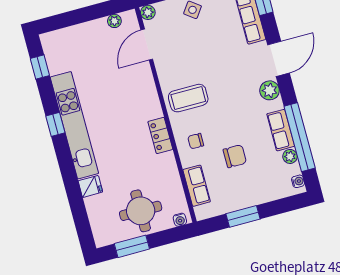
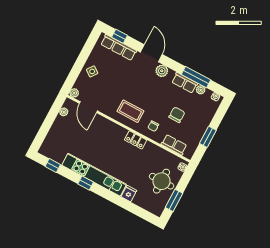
coffee table: (188, 98) -> (130, 111), turned 90
window: (300, 137) -> (196, 77), width x0.68

